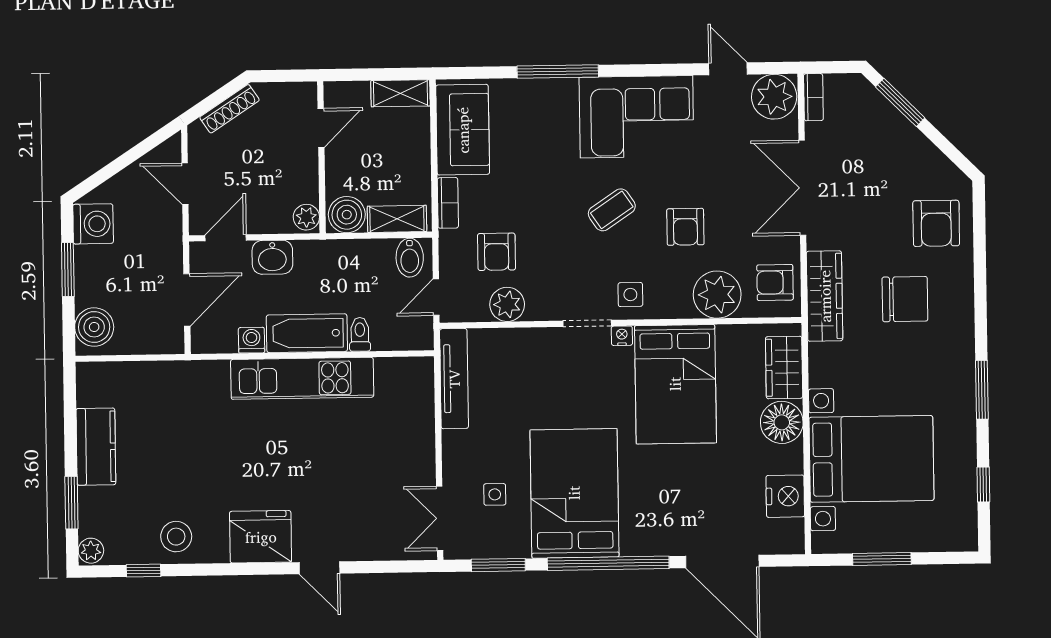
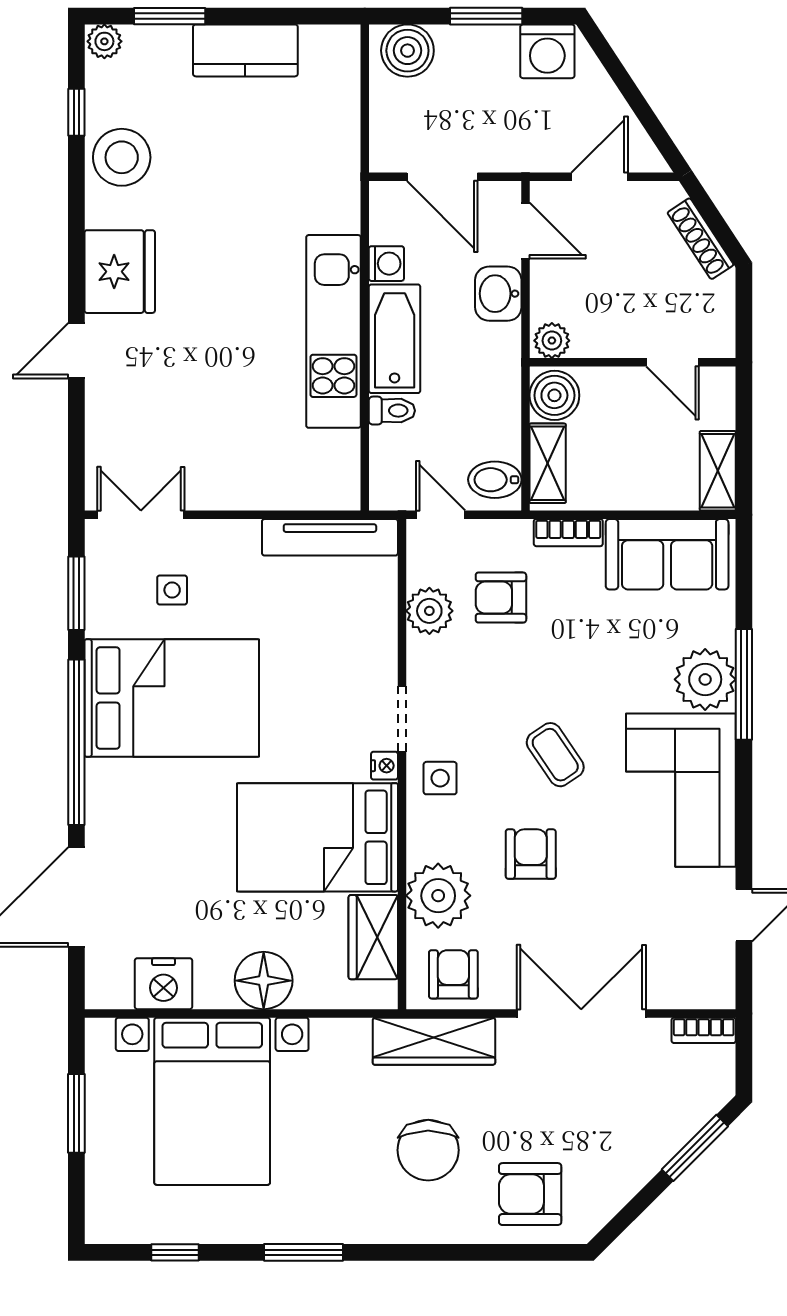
plant: (774, 97) -> (705, 679), moved
armchair: (685, 227) -> (531, 854), turned 90
wardrobe: (784, 367) -> (373, 937), moved, turned -90
stool: (176, 537) -> (122, 157), width x1.38, depth x1.38

